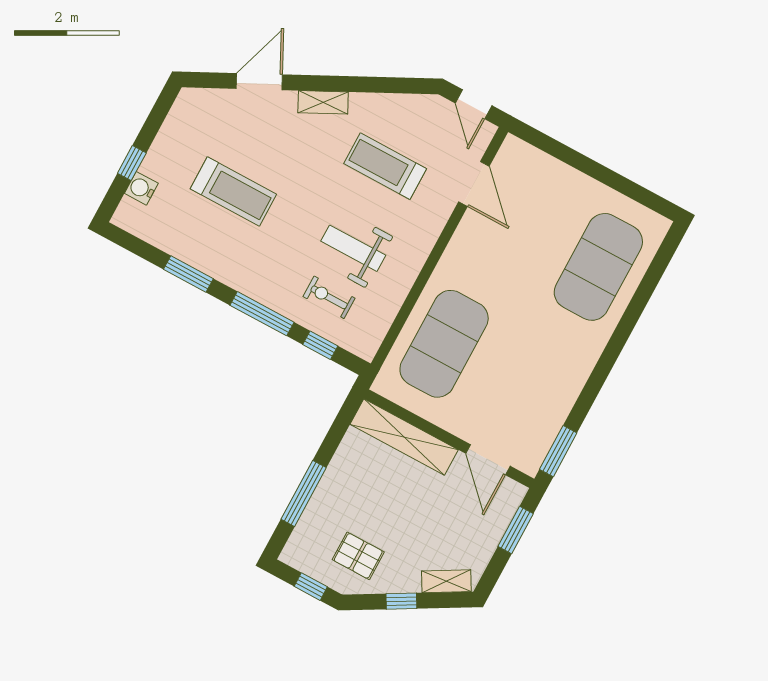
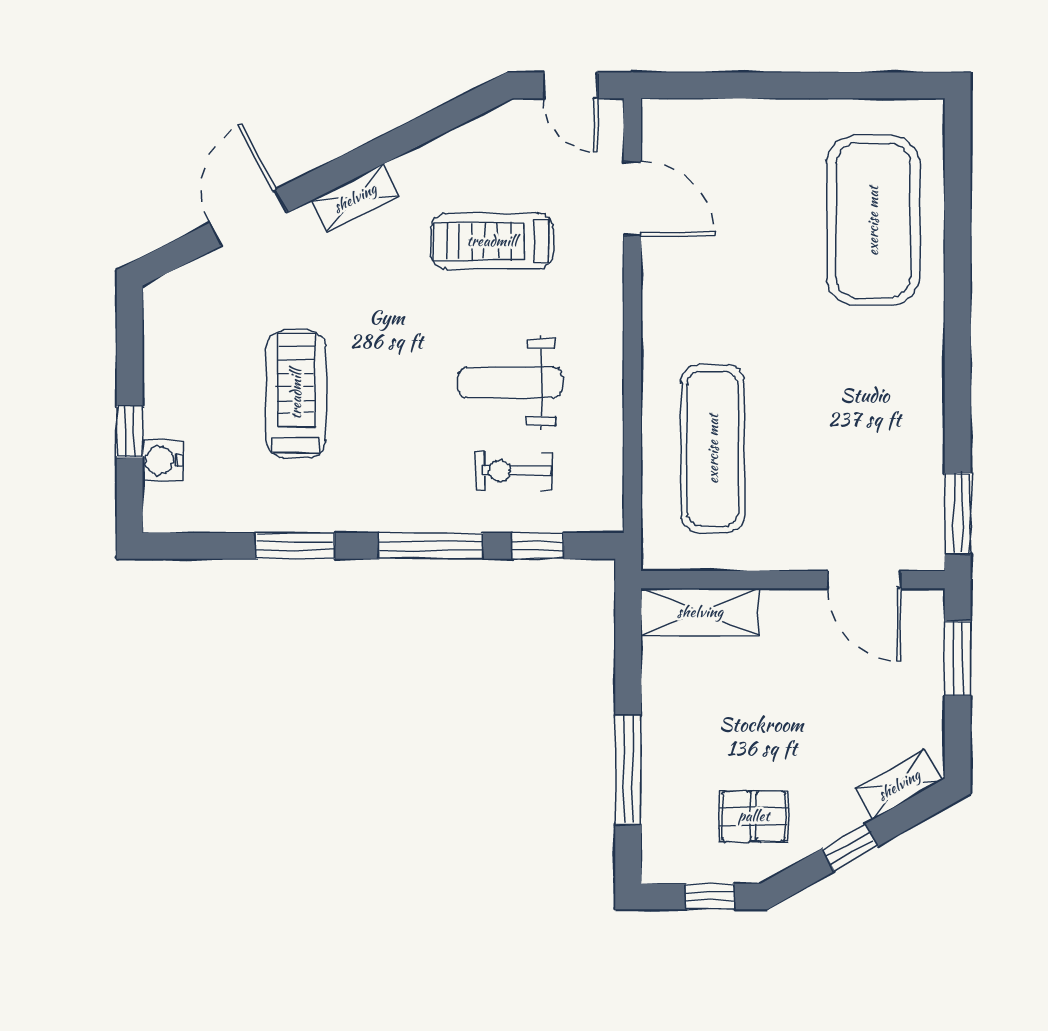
treadmill: (233, 192) -> (296, 394), turned -90
exercise mat: (444, 344) -> (713, 449), width x0.68
shelving: (404, 437) -> (700, 612), width x0.68

